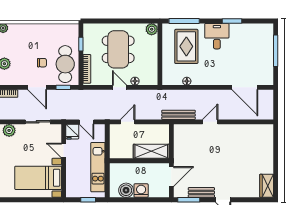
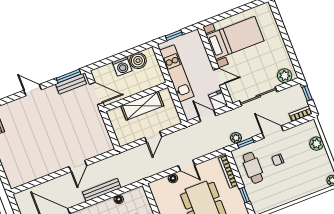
cafe table: (65, 64) -> (253, 168), width x0.73, depth x0.74
plant: (69, 95) -> (236, 138), added
bench: (178, 115) -> (102, 190), moved
sliding door: (38, 122) -> (258, 96), width x1.37
door: (128, 122) -> (153, 137), moved
shelving: (151, 151) -> (142, 106), moved
door: (171, 176) -> (96, 93), swing flipped
bench: (201, 192) -> (71, 84), moved

